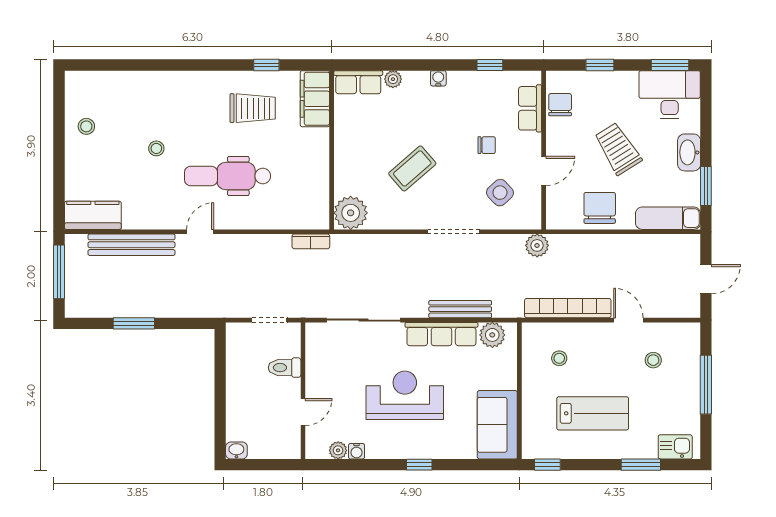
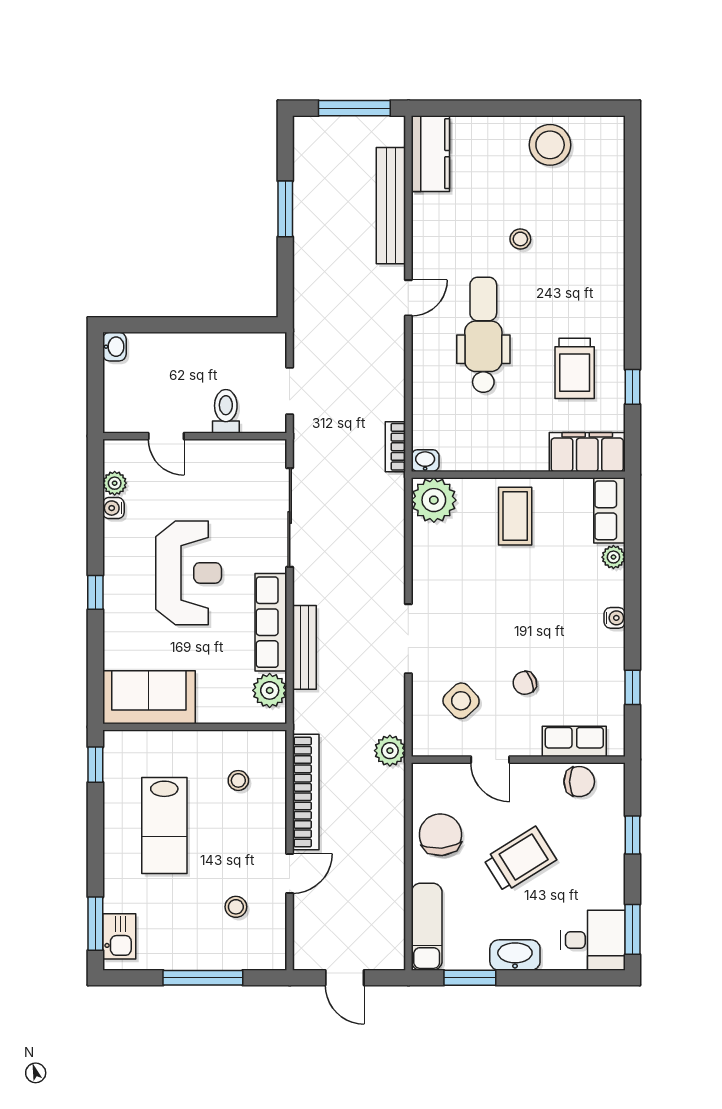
desk: (670, 95) -> (593, 940), width x0.73
stool: (86, 126) -> (550, 145), width x1.89, depth x1.89
chair: (487, 145) -> (525, 683), turned 69
coffee table: (412, 168) -> (515, 516), moved, turned 41
chair: (600, 208) -> (440, 835), turned -95
washbasin: (321, 219) -> (425, 461), added
door: (200, 232) -> (408, 298), hinge flipped
window: (641, 465) -> (95, 924), moved

